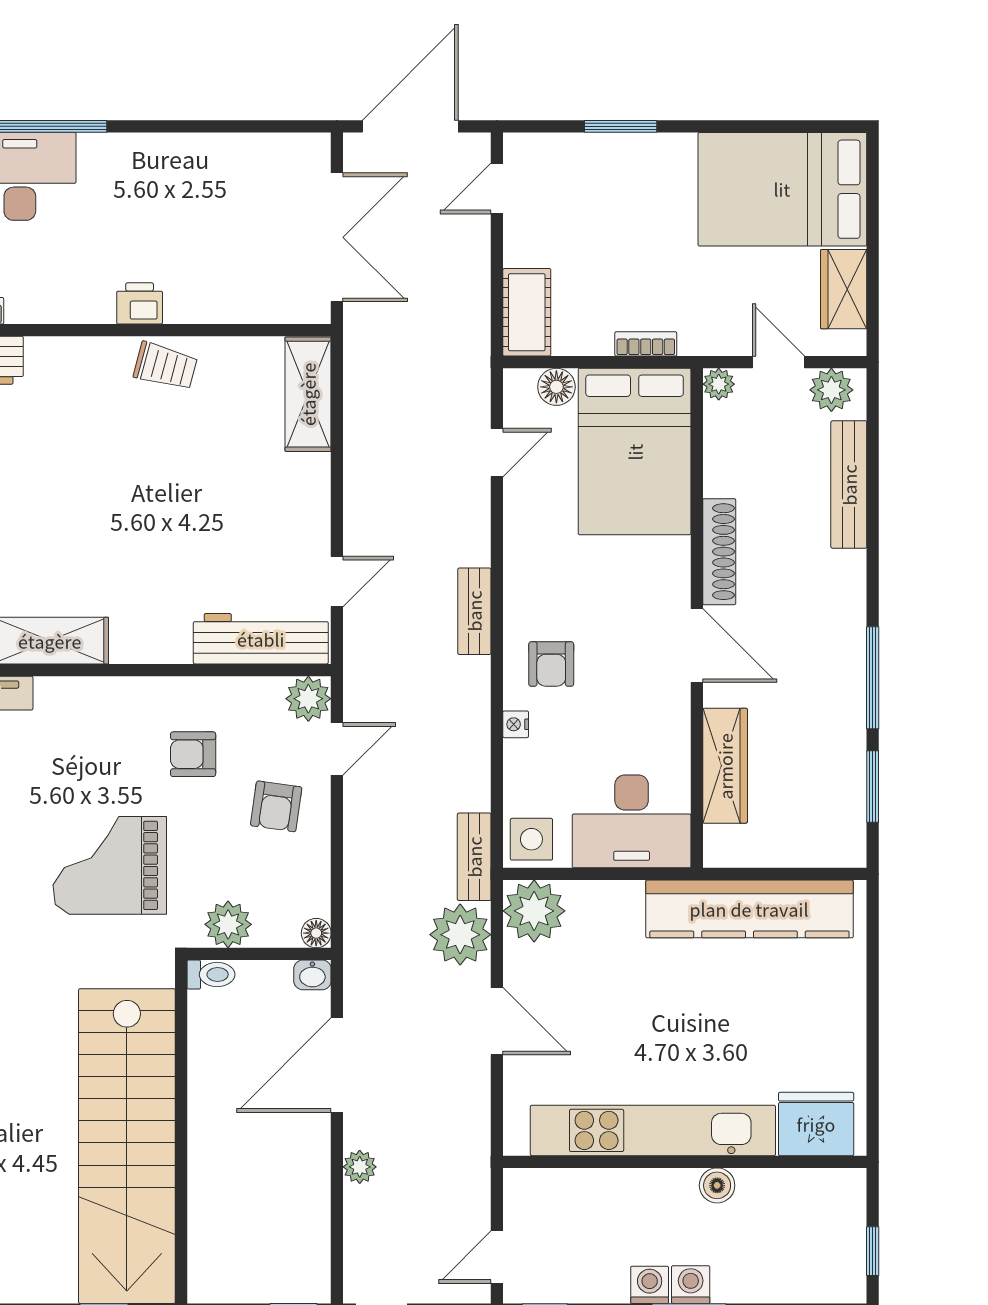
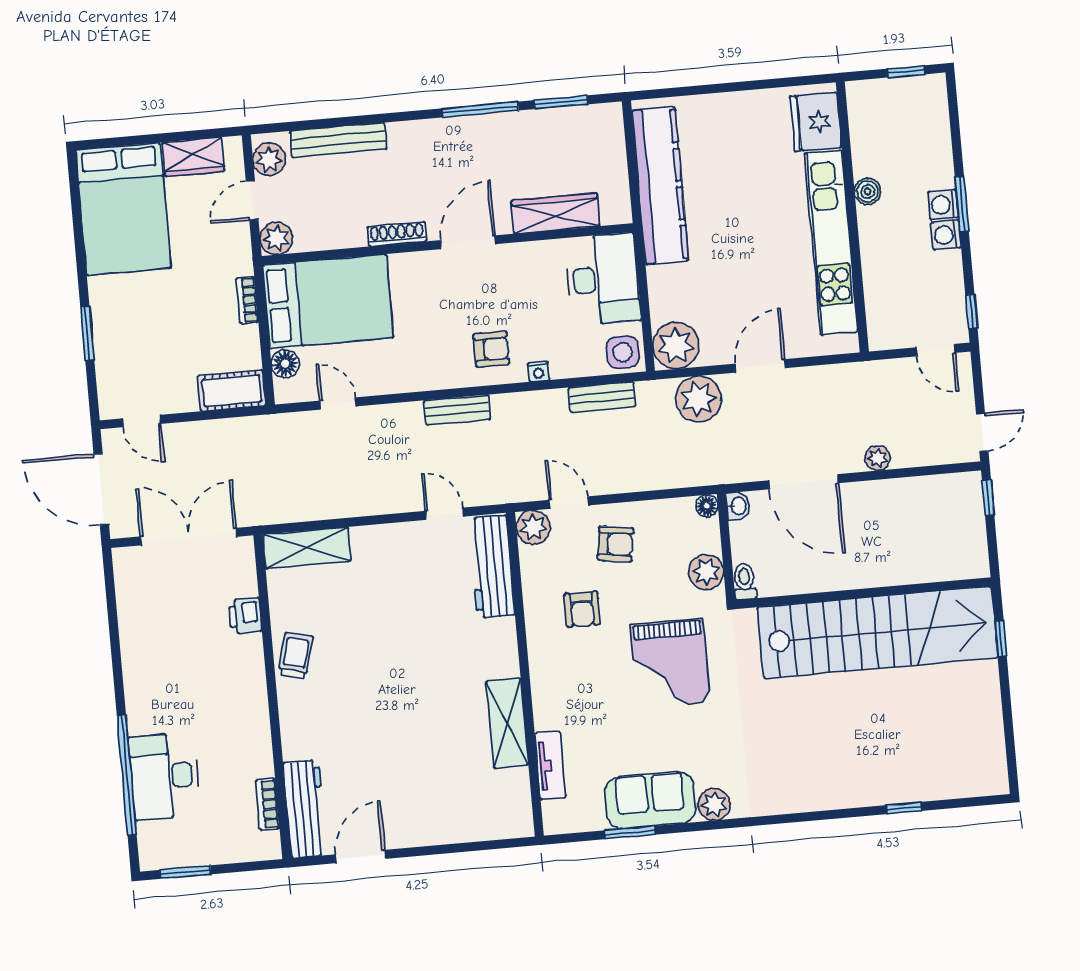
printer: (140, 303) -> (245, 616), moved
plant: (719, 384) -> (276, 238), width x1.38, depth x1.38
shoe rack: (719, 552) -> (397, 234), width x0.74, depth x0.81
bench: (474, 857) -> (602, 397), moved

